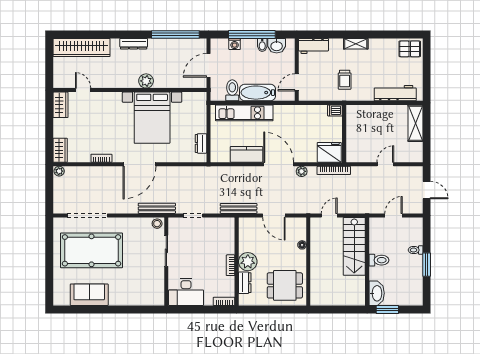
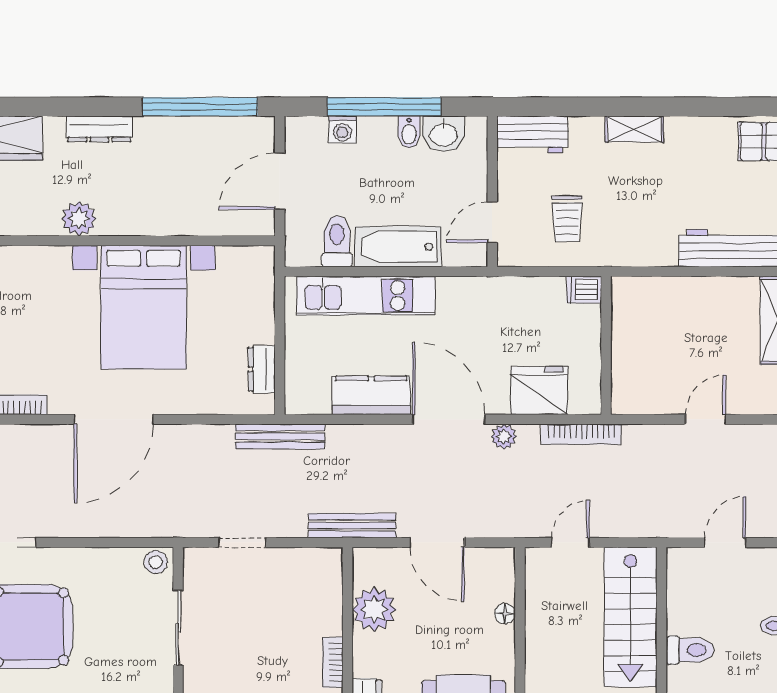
trolley: (345, 80) -> (567, 219), moved
plant: (146, 81) -> (79, 219), moved
fridge: (329, 152) -> (539, 391), moved
bench: (157, 208) -> (280, 436), moved
plant: (248, 262) -> (374, 609), moved

